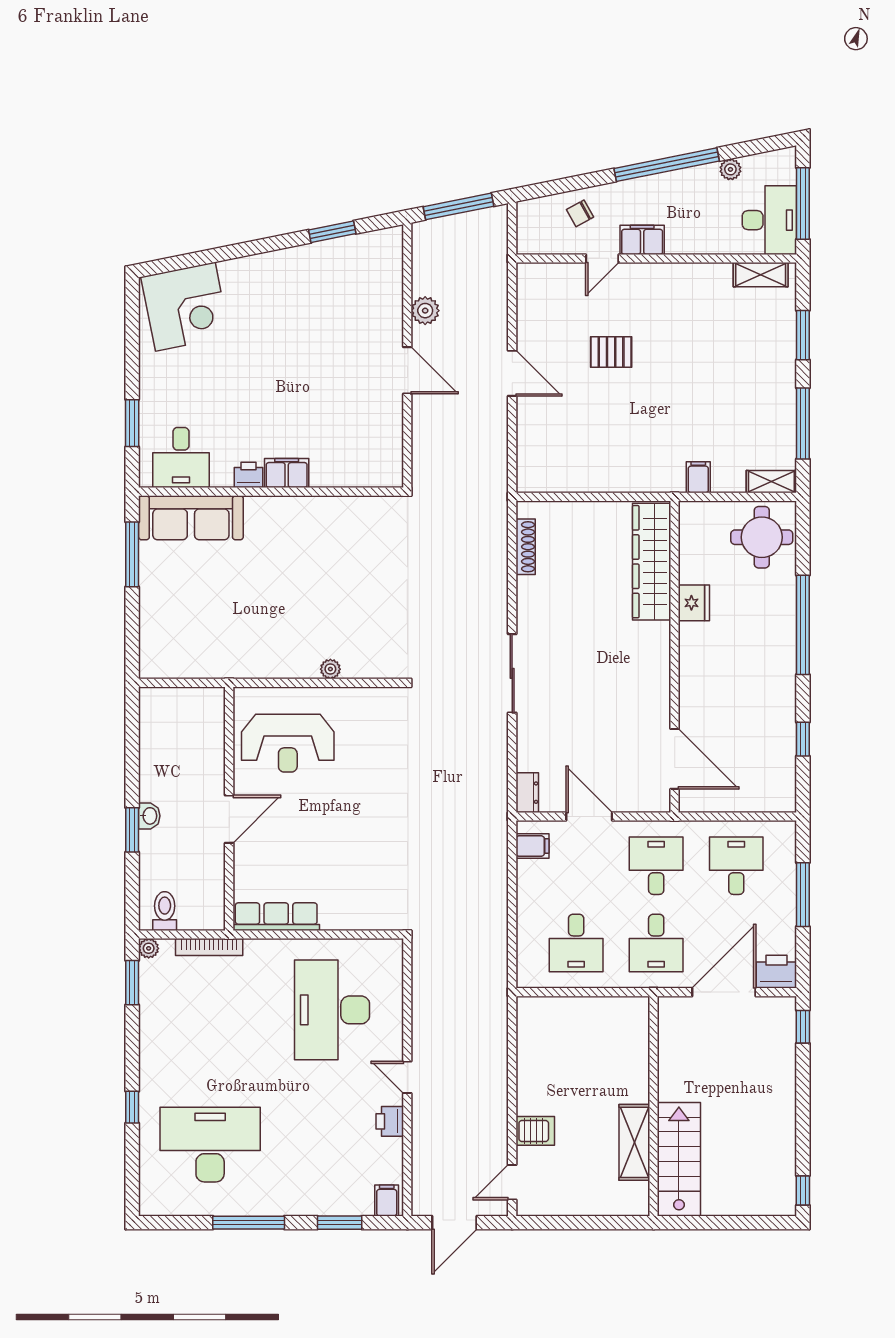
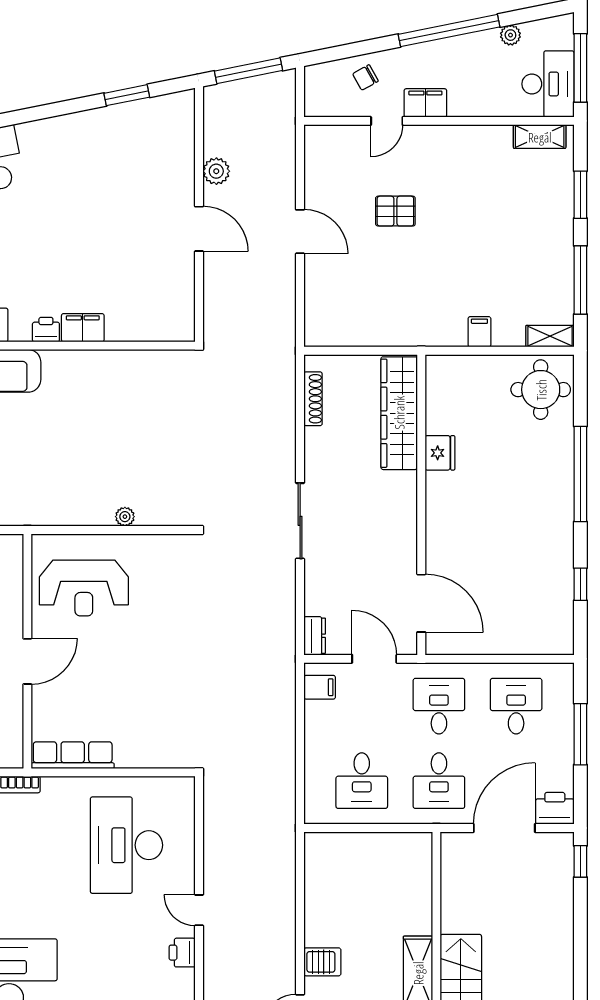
wardrobe: (652, 562) -> (399, 413), moved
fridge: (694, 603) -> (440, 453), moved
wall: (675, 657) -> (421, 505), moved
door: (675, 759) -> (421, 603), moved

